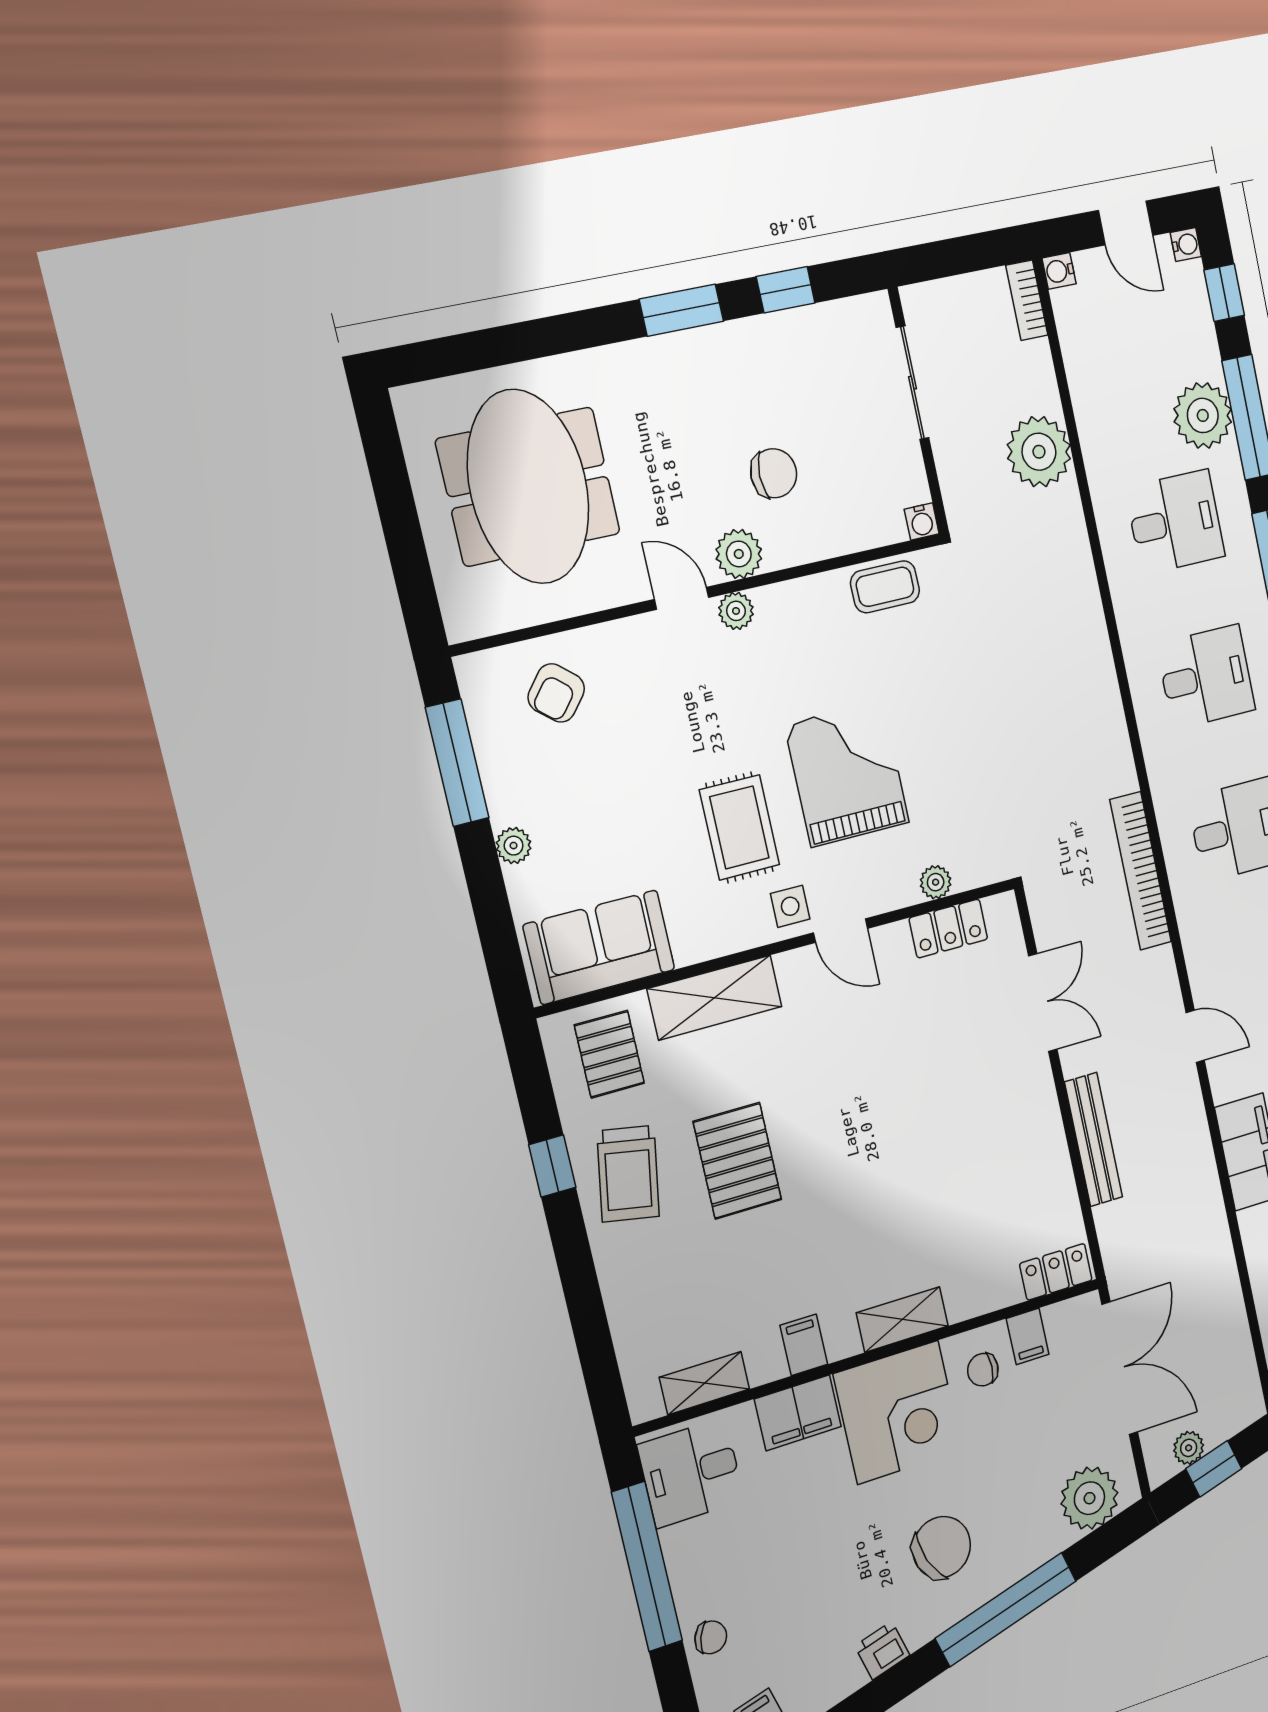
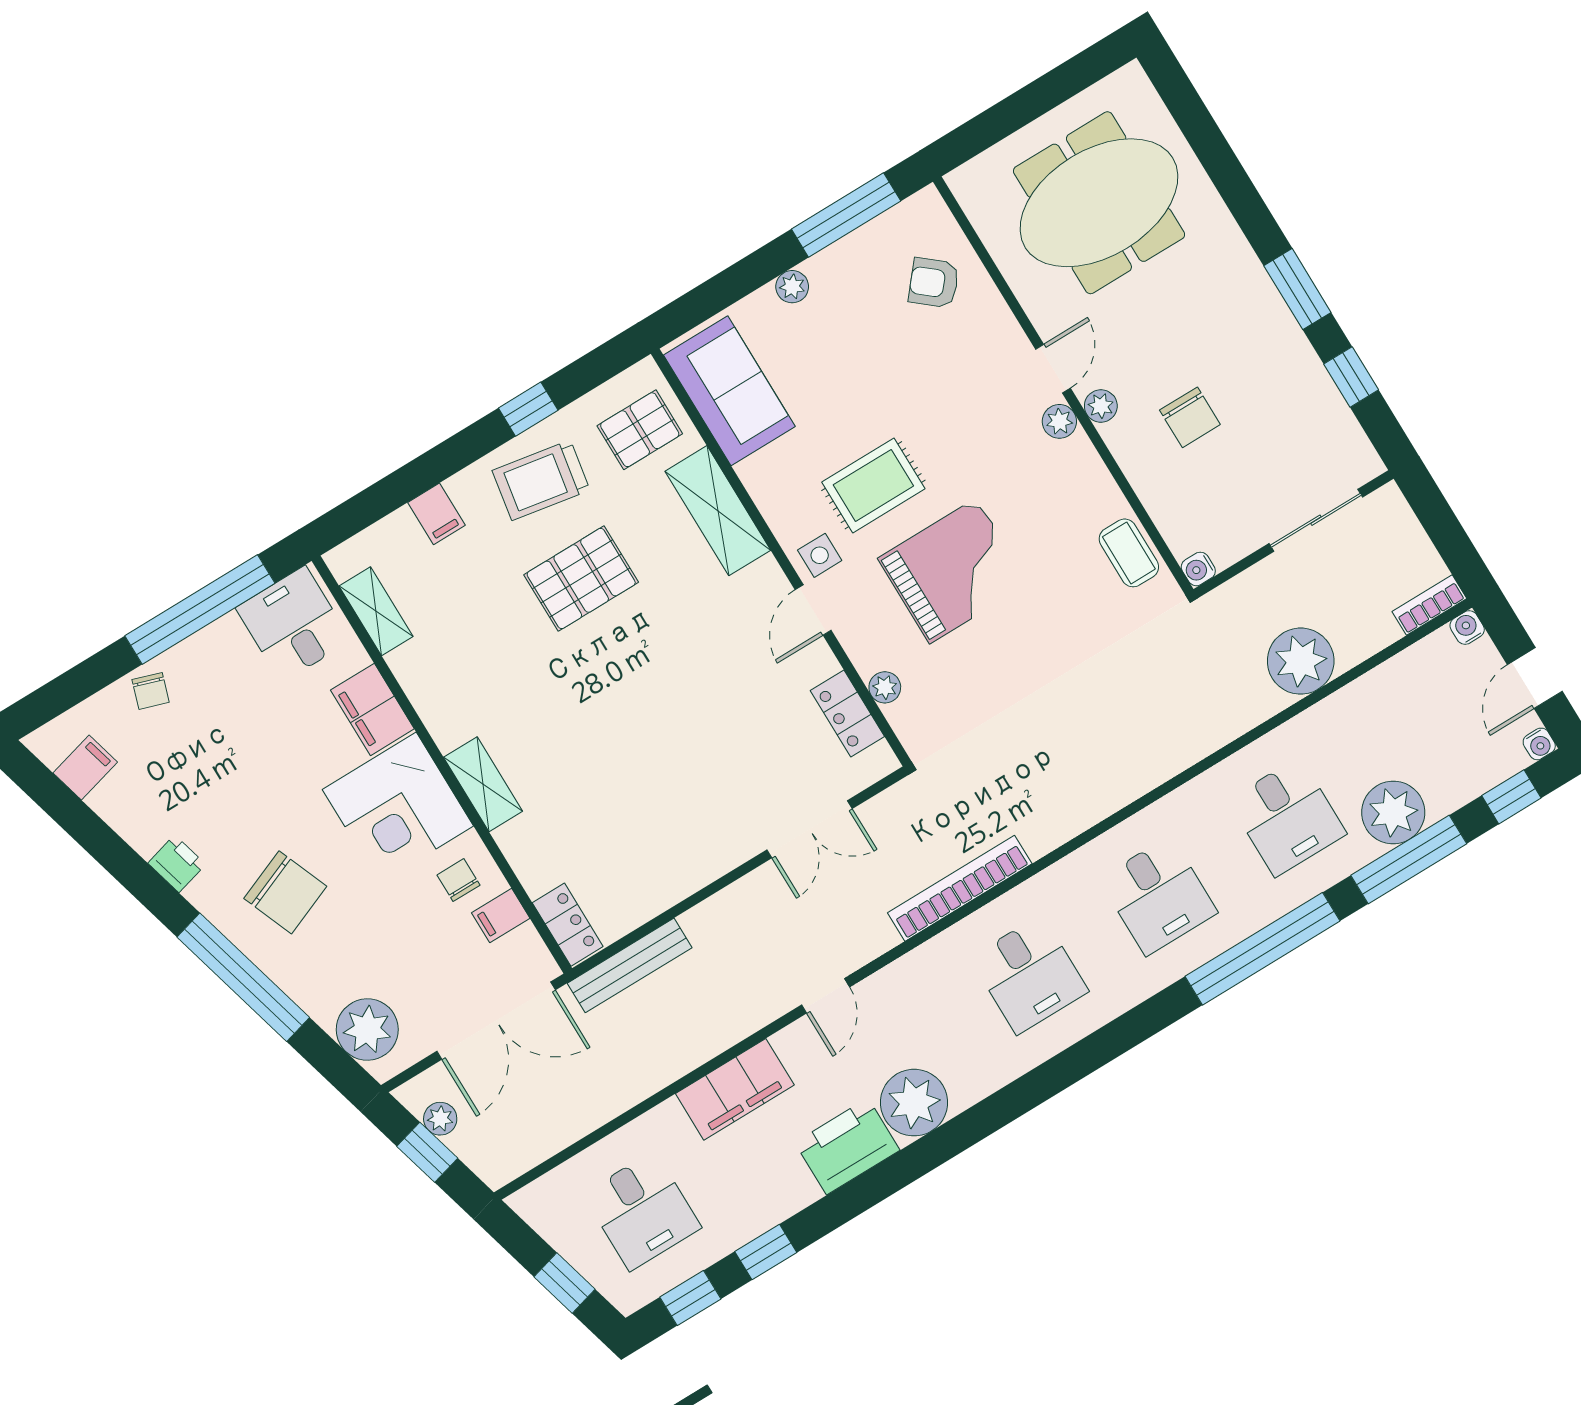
plant: (739, 554) -> (1101, 406), width x0.73, depth x0.73
bench: (1094, 1140) -> (630, 965), moved
filing cabinet: (804, 1345) -> (437, 514), moved, turned 90

